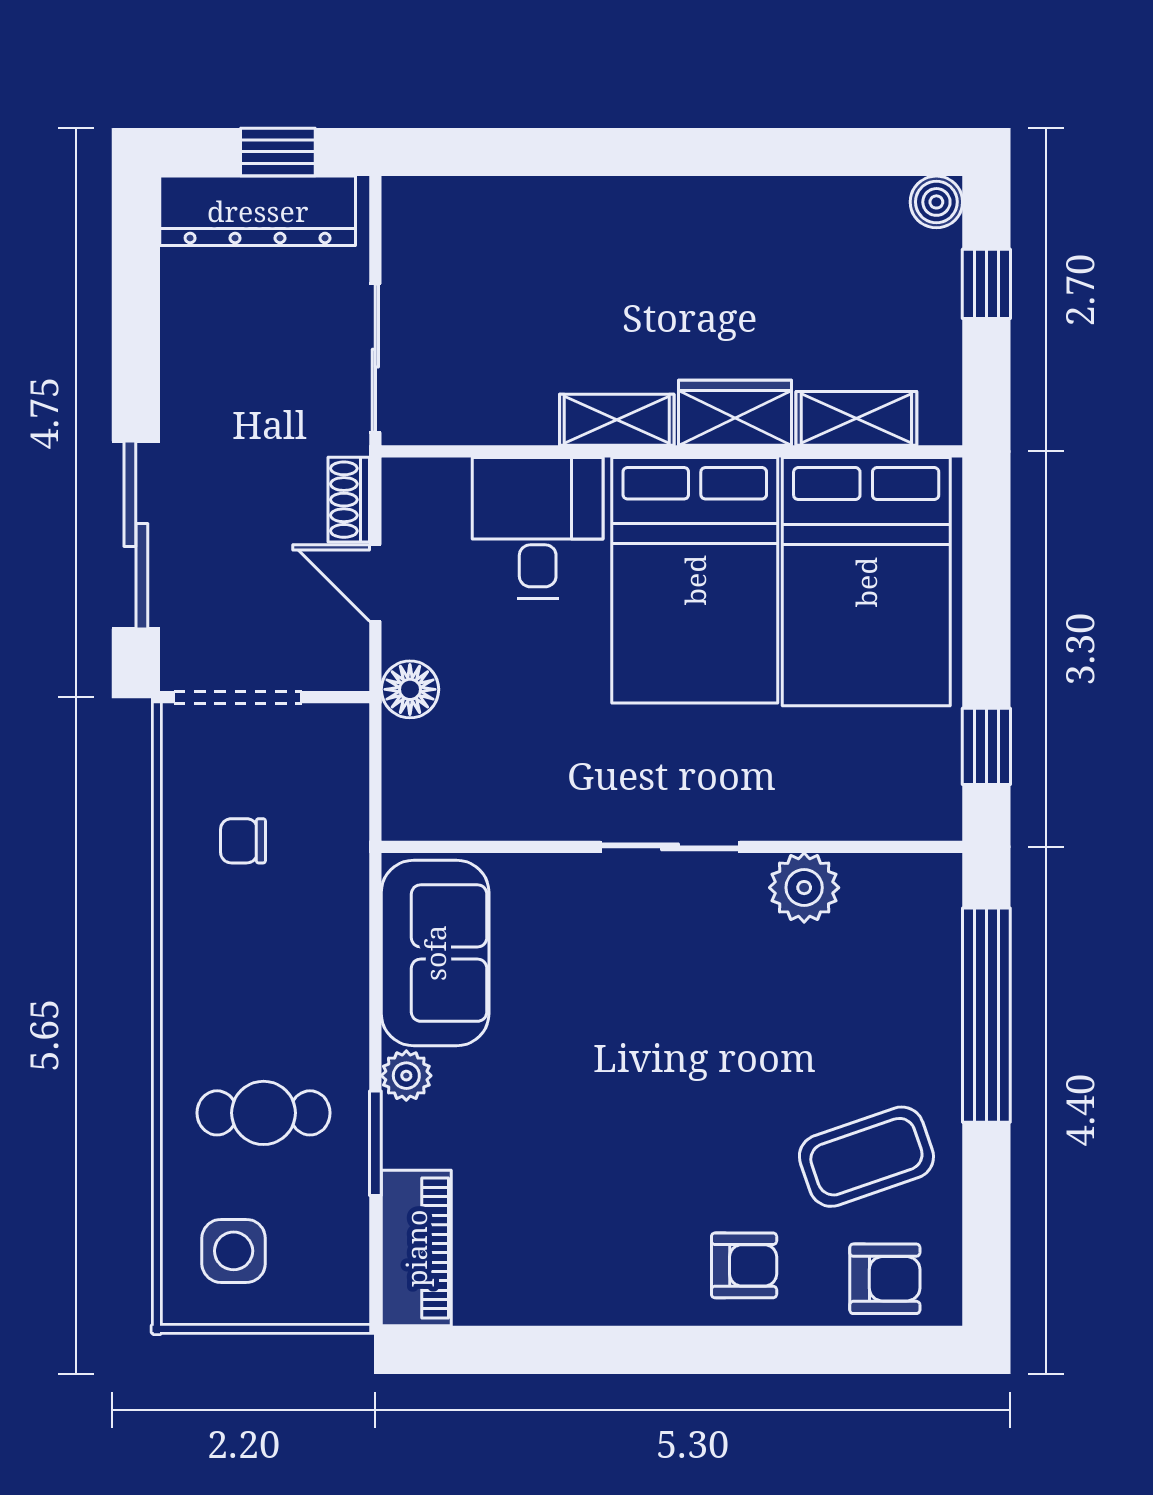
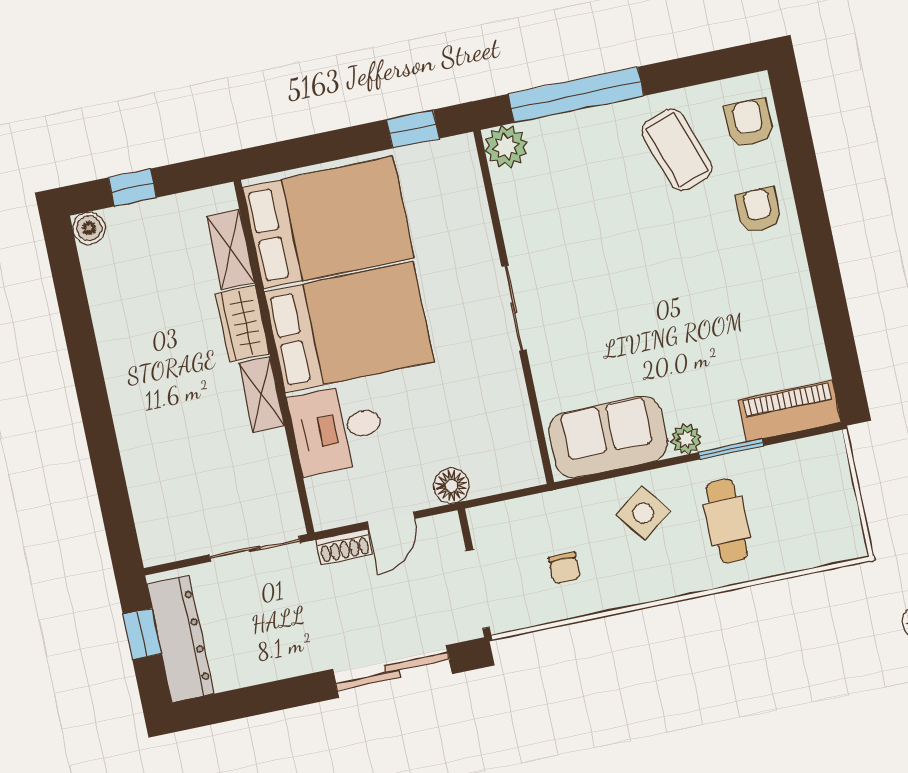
plant: (804, 888) -> (506, 147), moved
side table: (234, 1251) -> (643, 513), moved, turned -37

